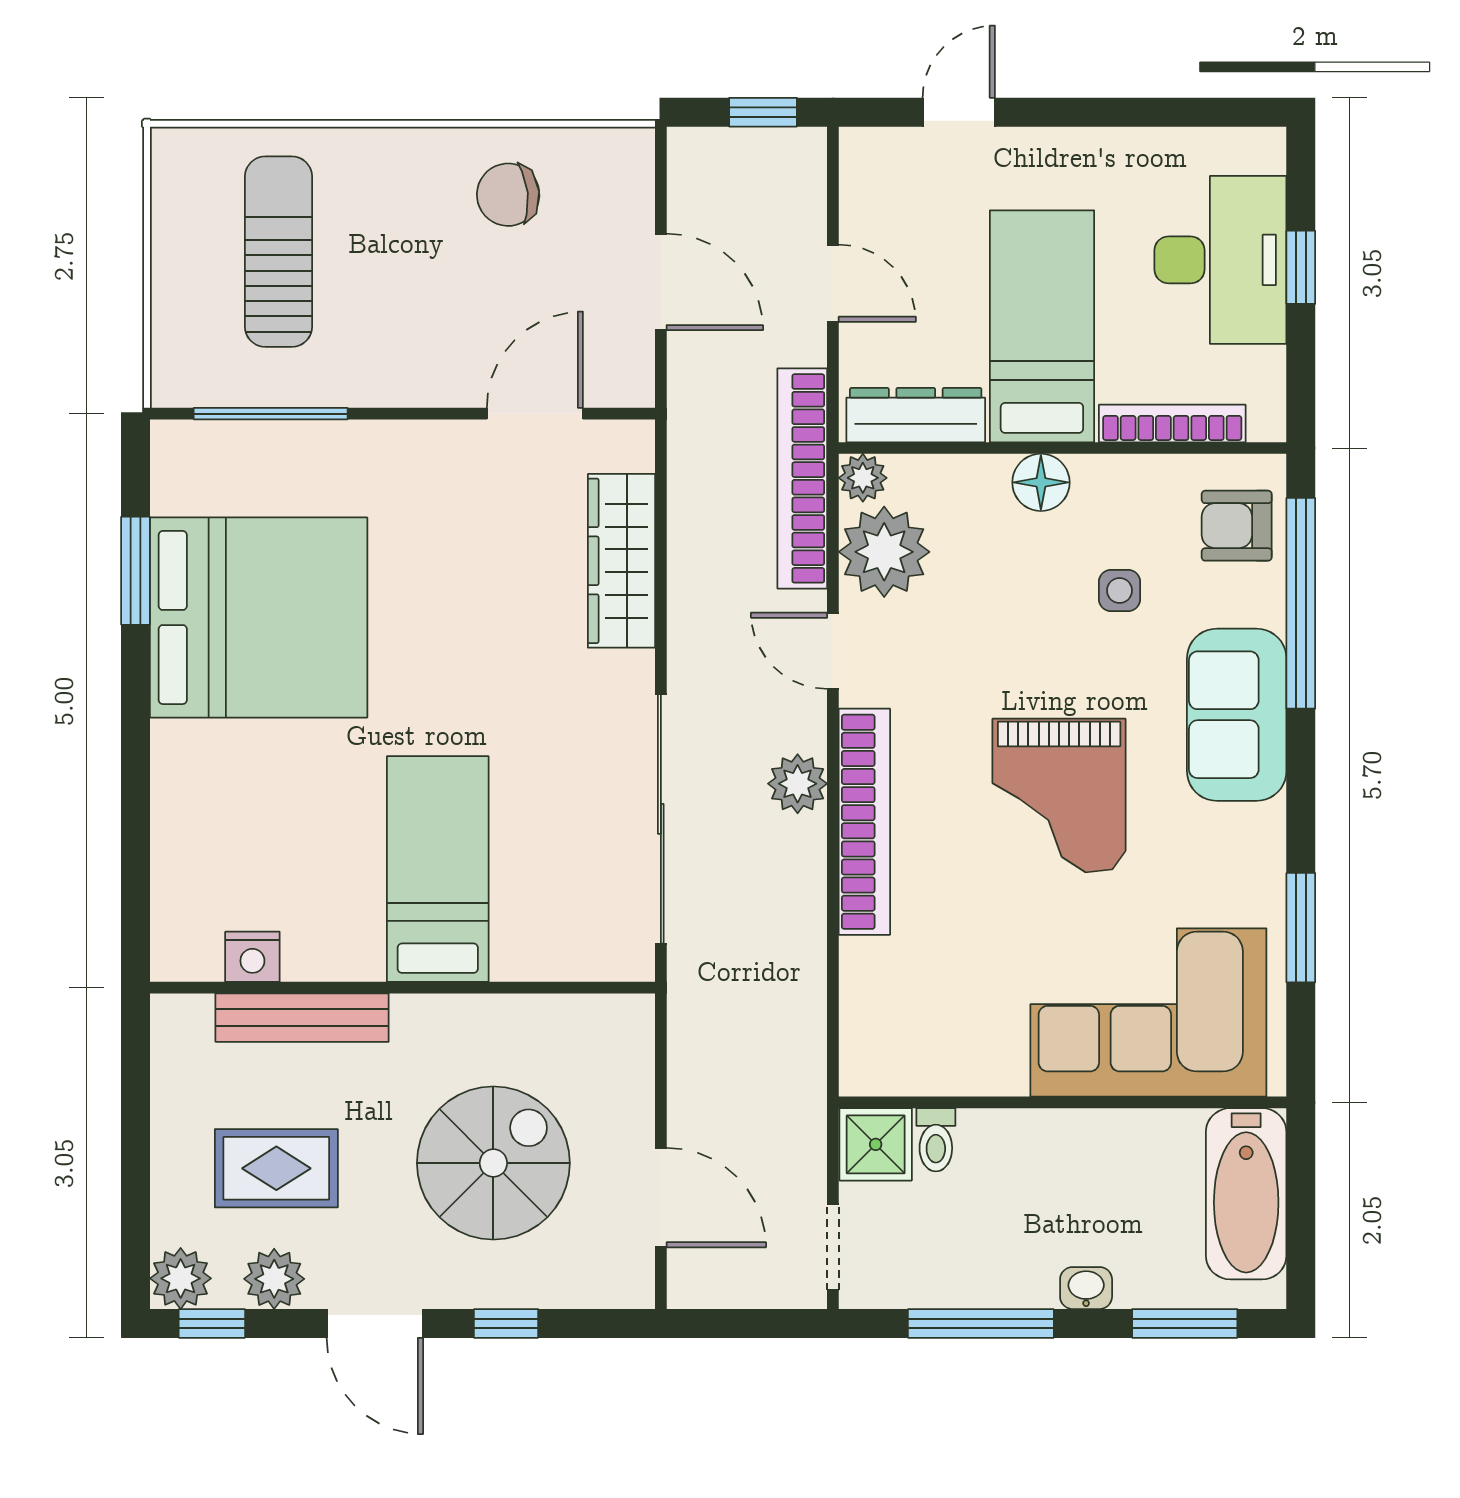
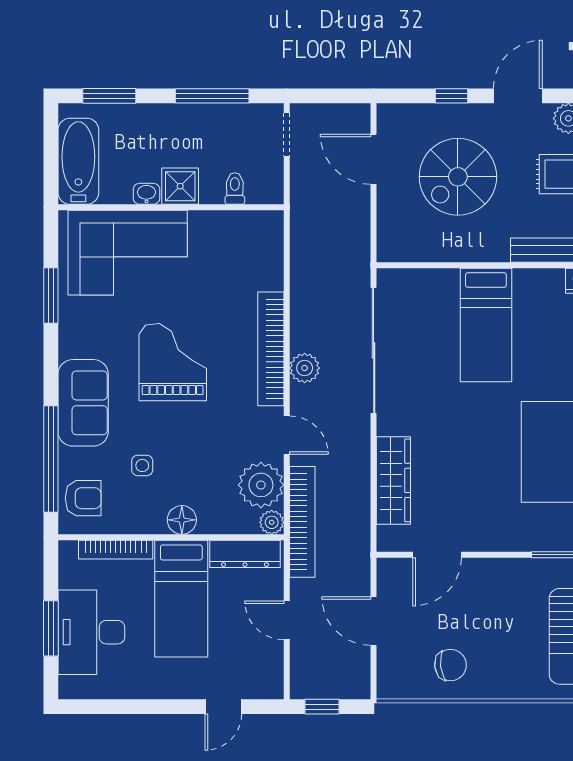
window: (1301, 267) -> (51, 628), width x1.50
shower: (876, 1144) -> (180, 186), moved
washbasin: (1086, 1288) -> (146, 194), moved, turned 180
door: (375, 1323) -> (518, 96), hinge flipped

